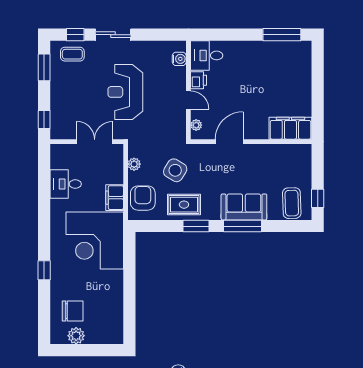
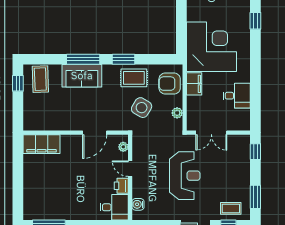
armchair: (143, 198) -> (170, 84), turned 90

